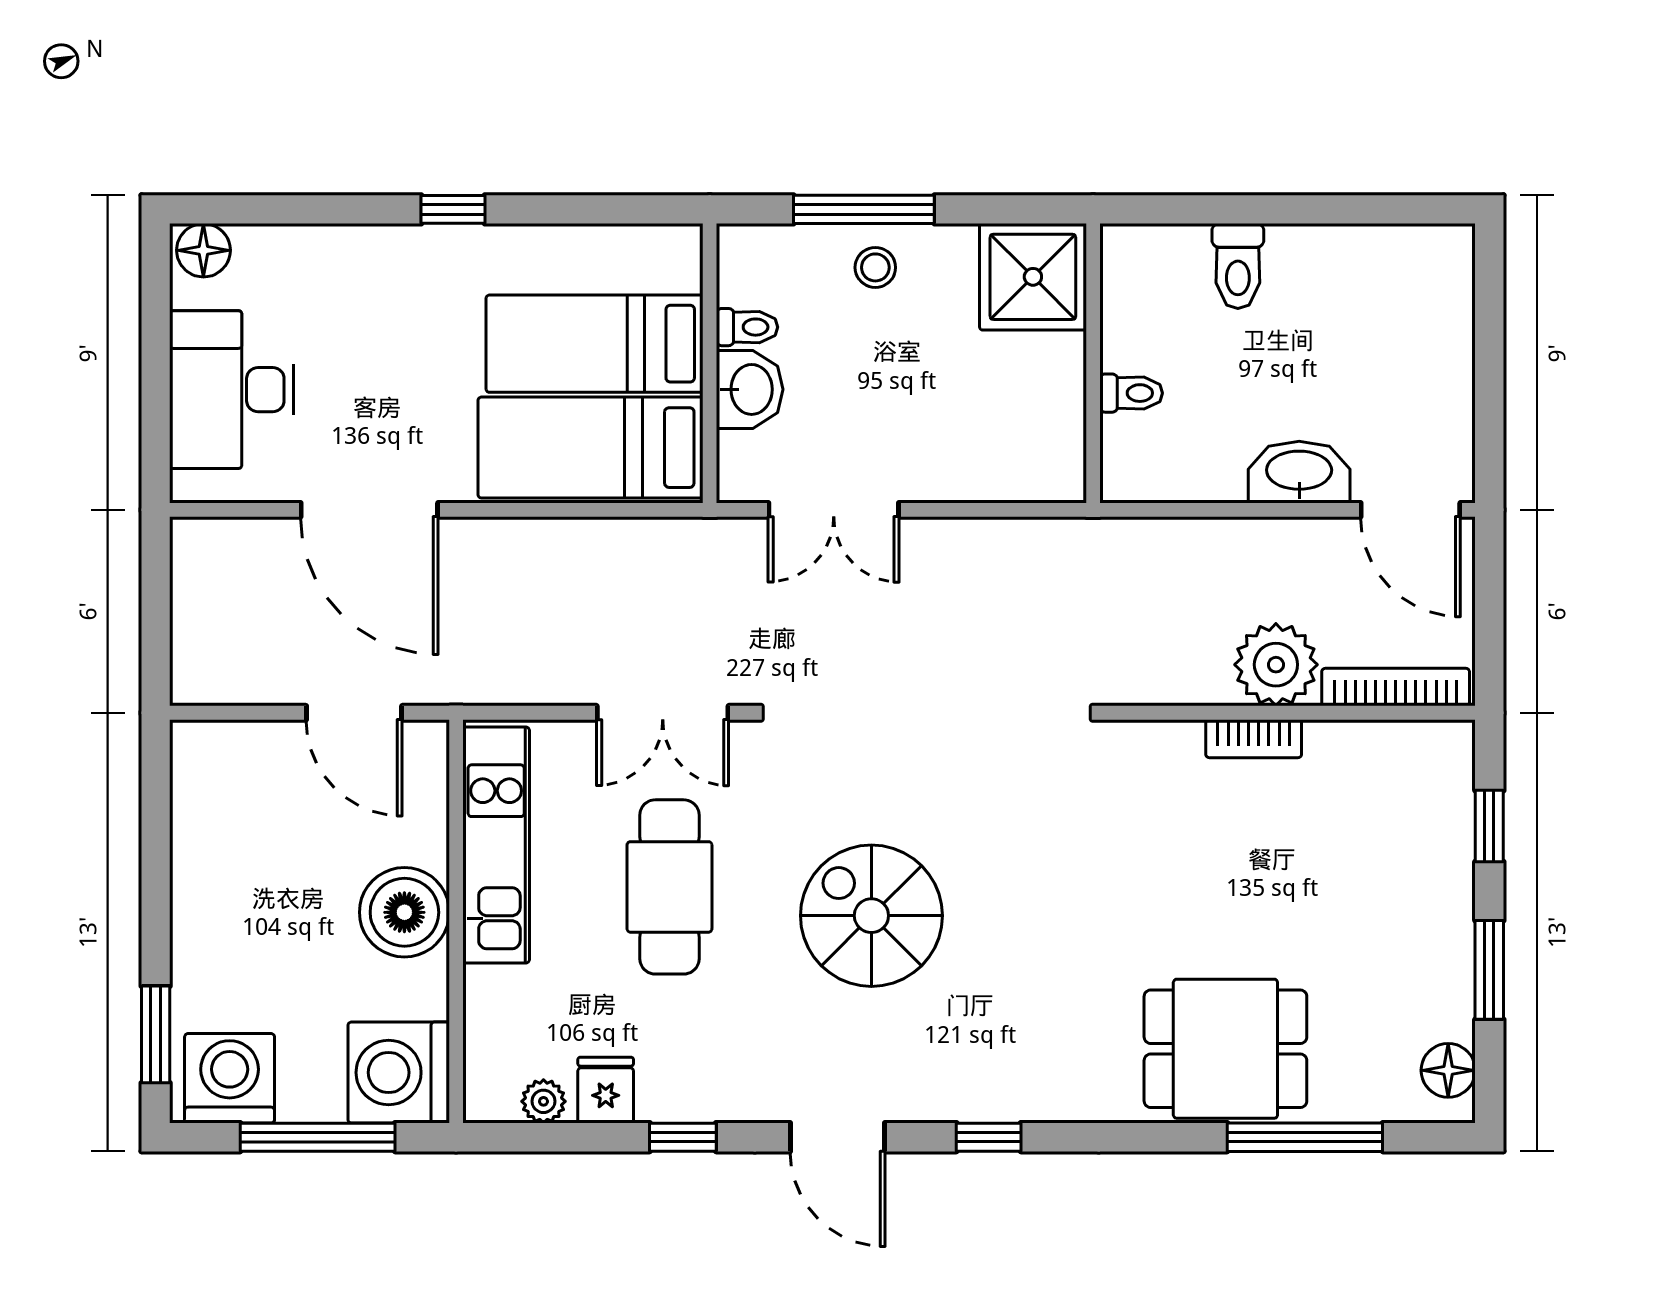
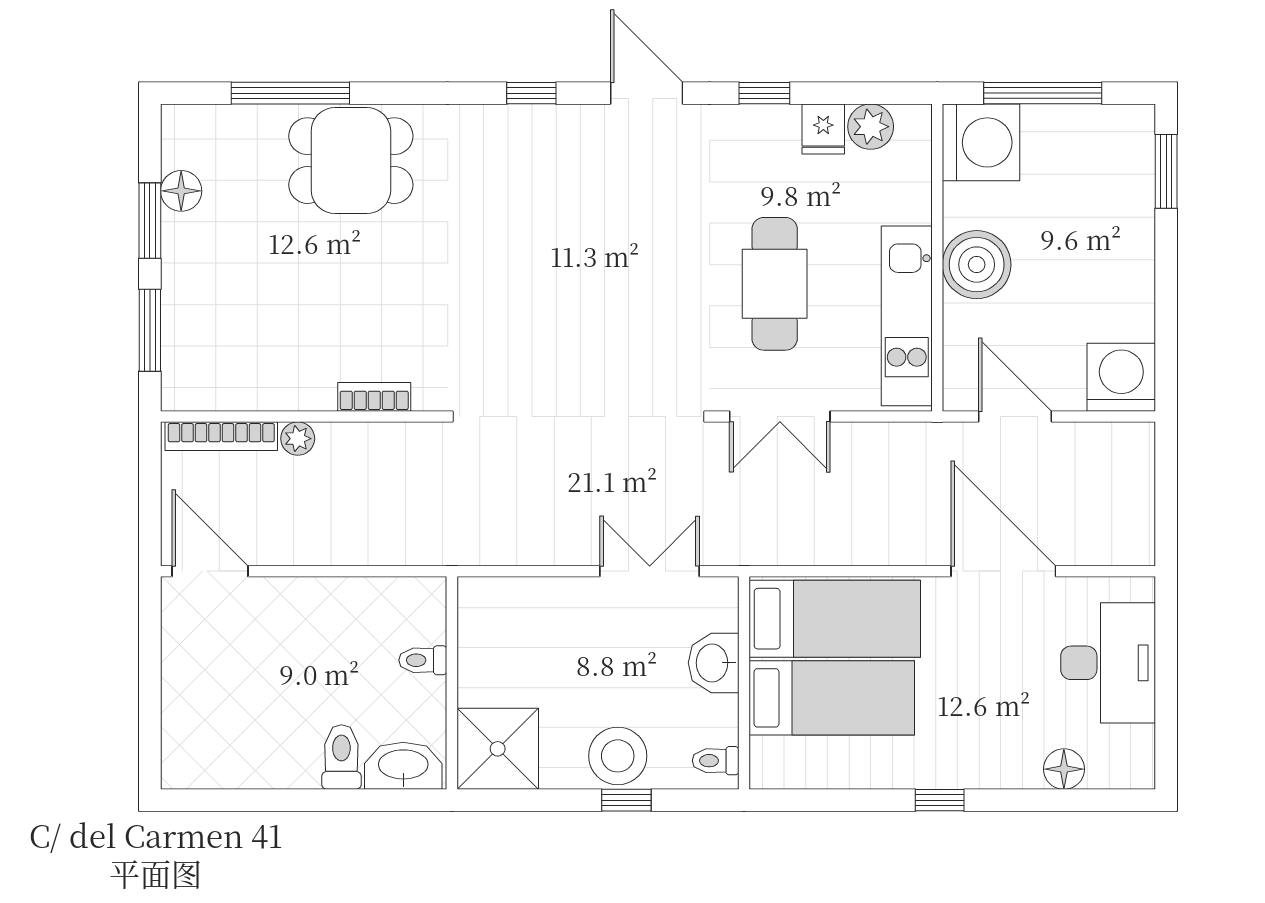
window: (864, 209) -> (626, 800), width x0.46
floor lamp: (203, 250) -> (1064, 769), moved
stool: (875, 267) -> (618, 756), width x1.89, depth x1.89
toilet: (747, 327) -> (716, 761), moved
washbasin: (1299, 472) -> (403, 766), moved, turned 180
plant: (1276, 665) -> (298, 439), width x0.53, depth x0.53
double door: (663, 713) -> (780, 417), swing flipped
bookcase: (1254, 739) -> (374, 397), moved
window: (1489, 826) -> (150, 330), width x1.50
spiral stairs: (871, 916) -> (621, 262), removed
floor lamp: (1448, 1070) -> (181, 191), moved
washing machine: (230, 1078) -> (1121, 377), moved, turned 180
plant: (543, 1101) -> (871, 127), width x1.38, depth x1.38

